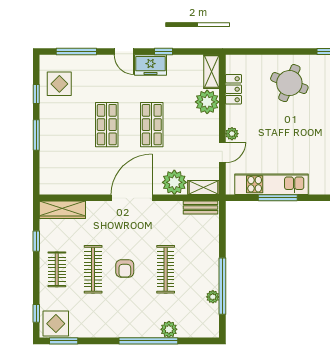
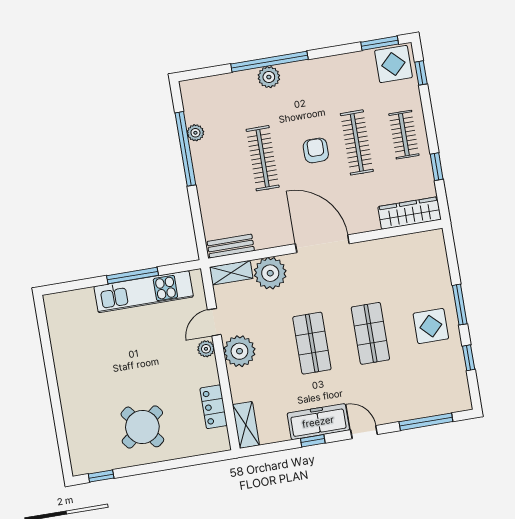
freezer: (151, 65) -> (318, 422), width x1.40
round table: (289, 83) -> (142, 427), turned 30
display table: (59, 84) -> (431, 326), moved
plant: (207, 102) -> (239, 351), moved
door: (132, 198) -> (322, 244), swing flipped
plant: (169, 329) -> (269, 77), moved

